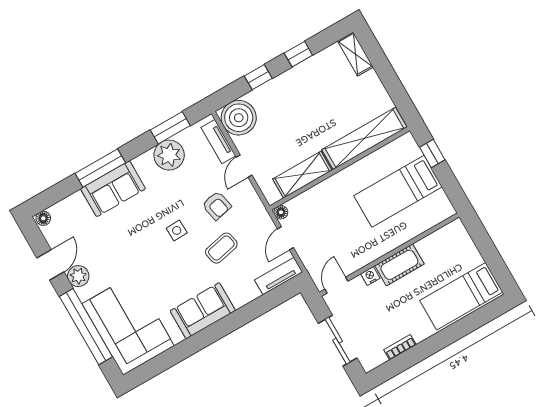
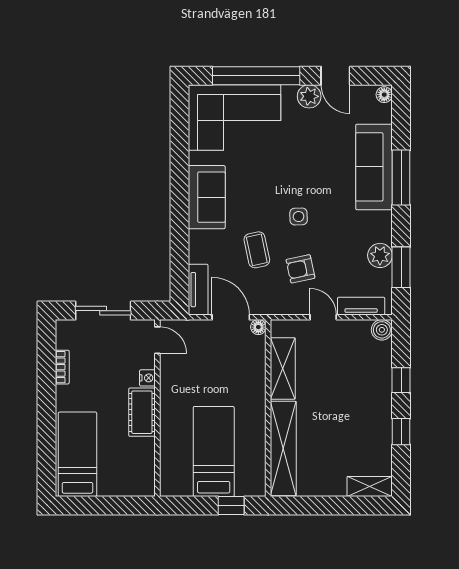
boiler: (239, 118) -> (382, 330), width x0.54, depth x0.54
plant: (169, 155) -> (380, 255), width x0.73, depth x0.73
sofa: (113, 189) -> (374, 167), width x1.36
door: (286, 238) -> (231, 317), width x1.38

